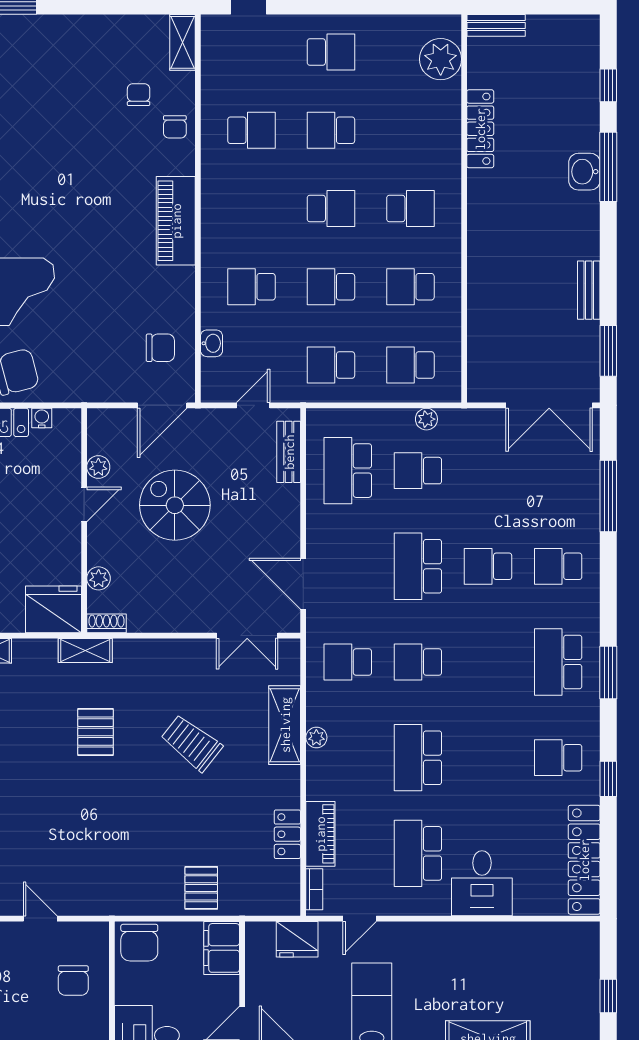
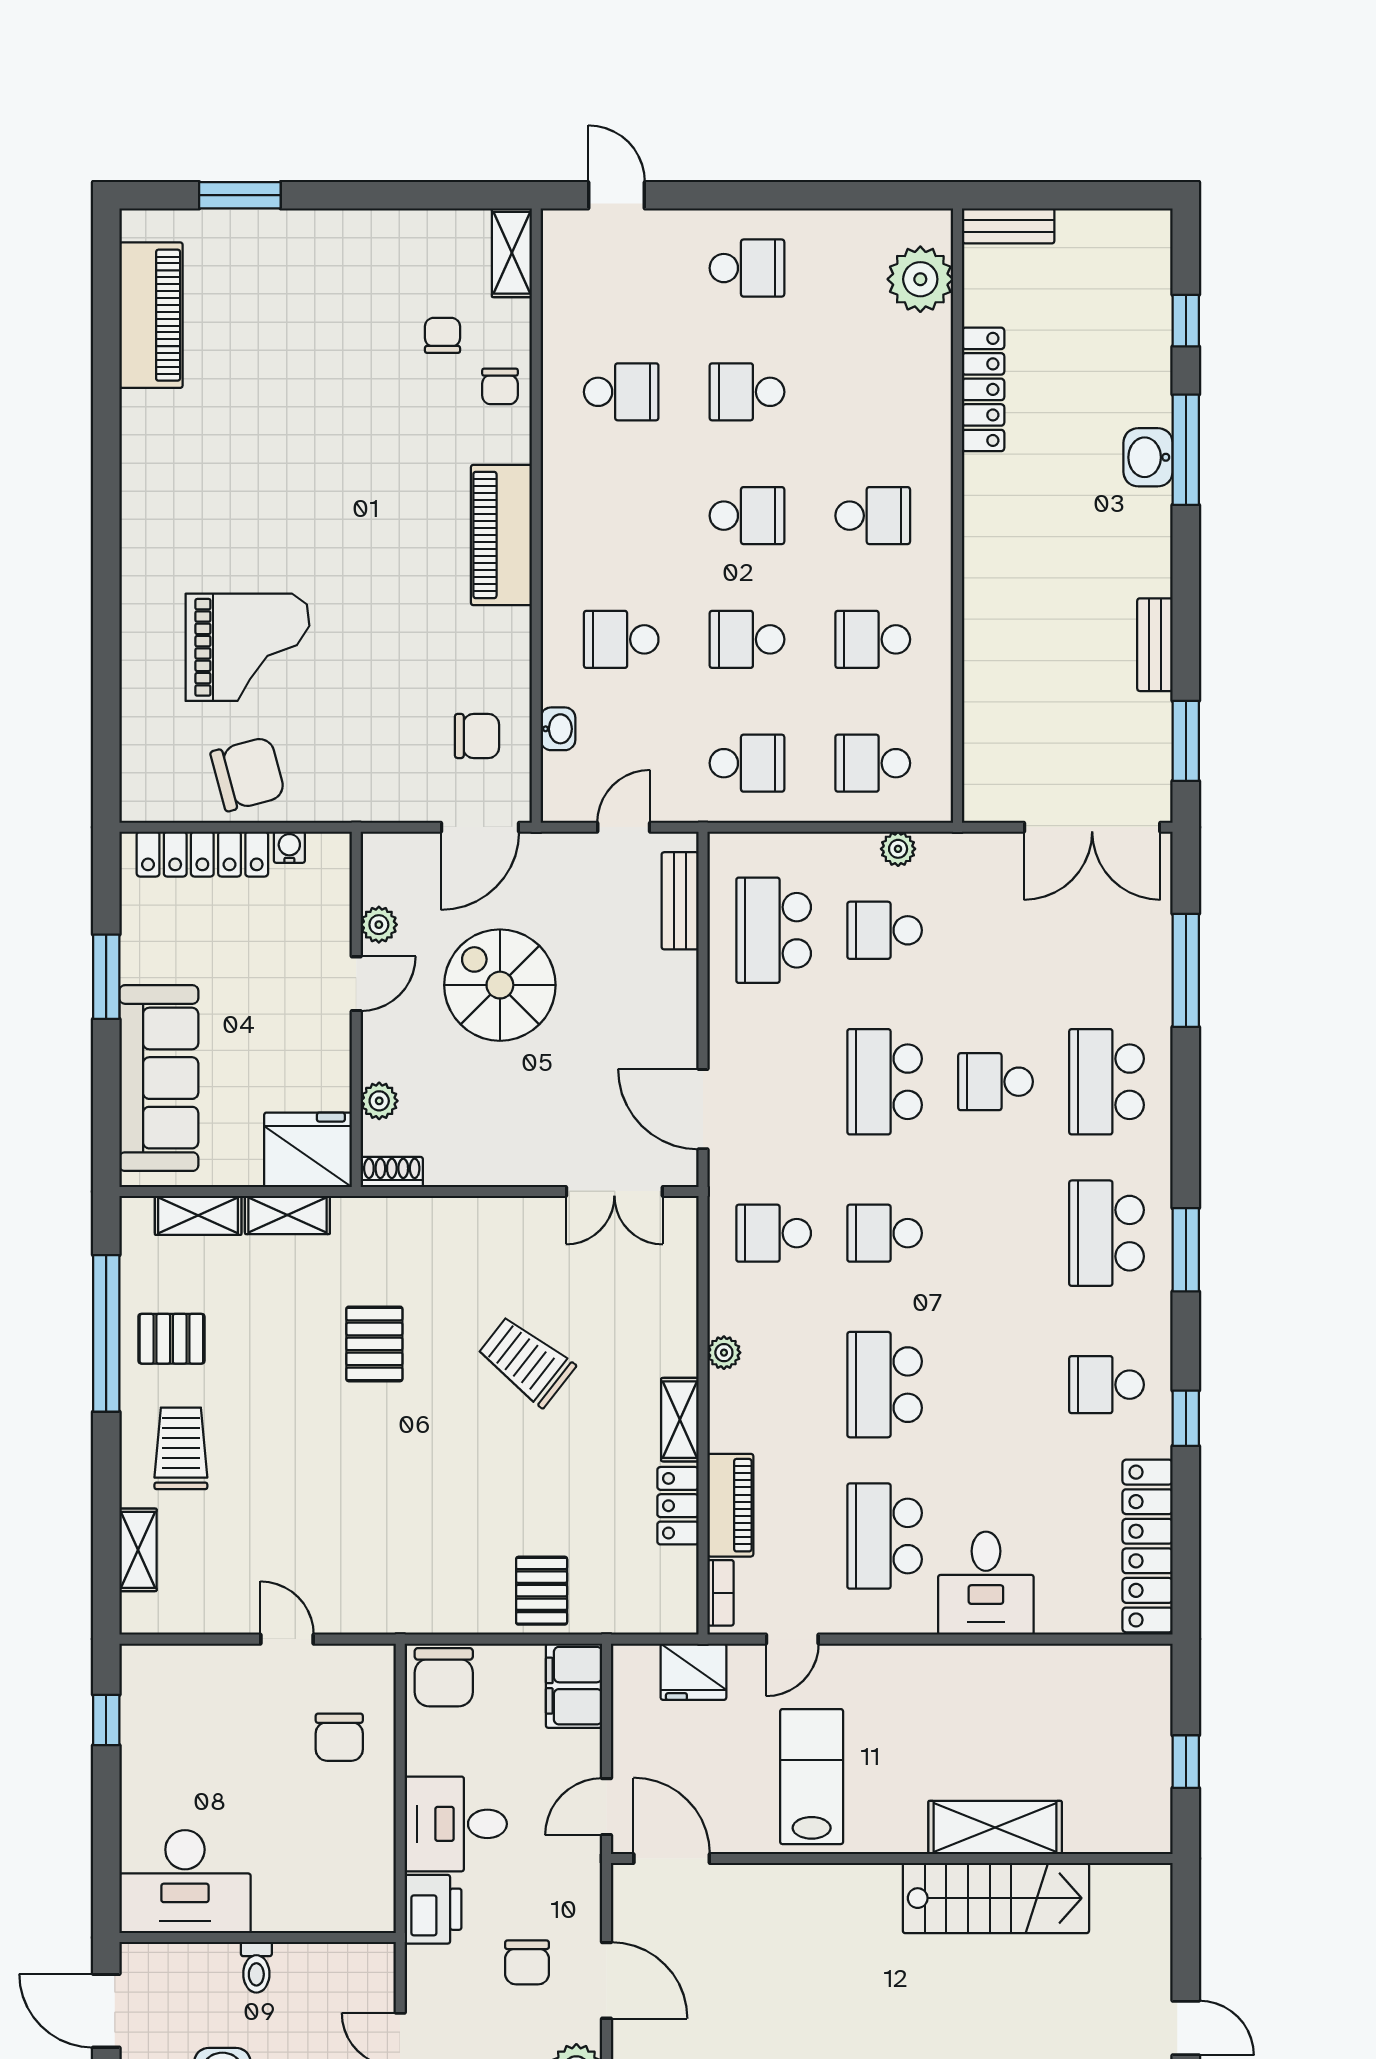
school desk: (331, 365) -> (747, 763), turned 180
school desk: (558, 566) -> (1106, 1082), width x1.85
shelving: (85, 651) -> (287, 1215), moved
shelving: (285, 725) -> (680, 1420), moved, width x0.67, depth x0.75

